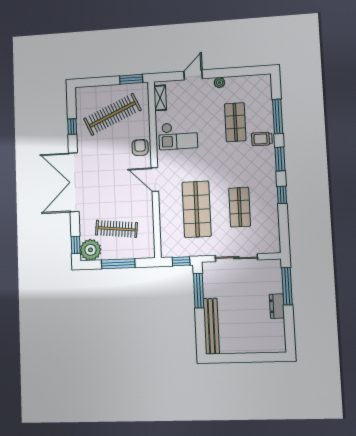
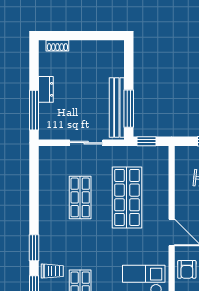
window: (282, 195) -> (34, 209), removed
sliding door: (236, 258) -> (86, 143), width x0.73
bench: (211, 326) -> (117, 107), moved
shoe rack: (268, 348) -> (57, 46), added

